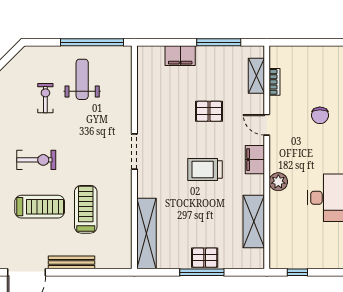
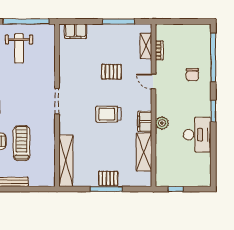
filing cabinet: (180, 56) -> (76, 31), moved
weight bench: (82, 79) -> (19, 48), turned 180
filing cabinet: (255, 160) -> (145, 122), moved

